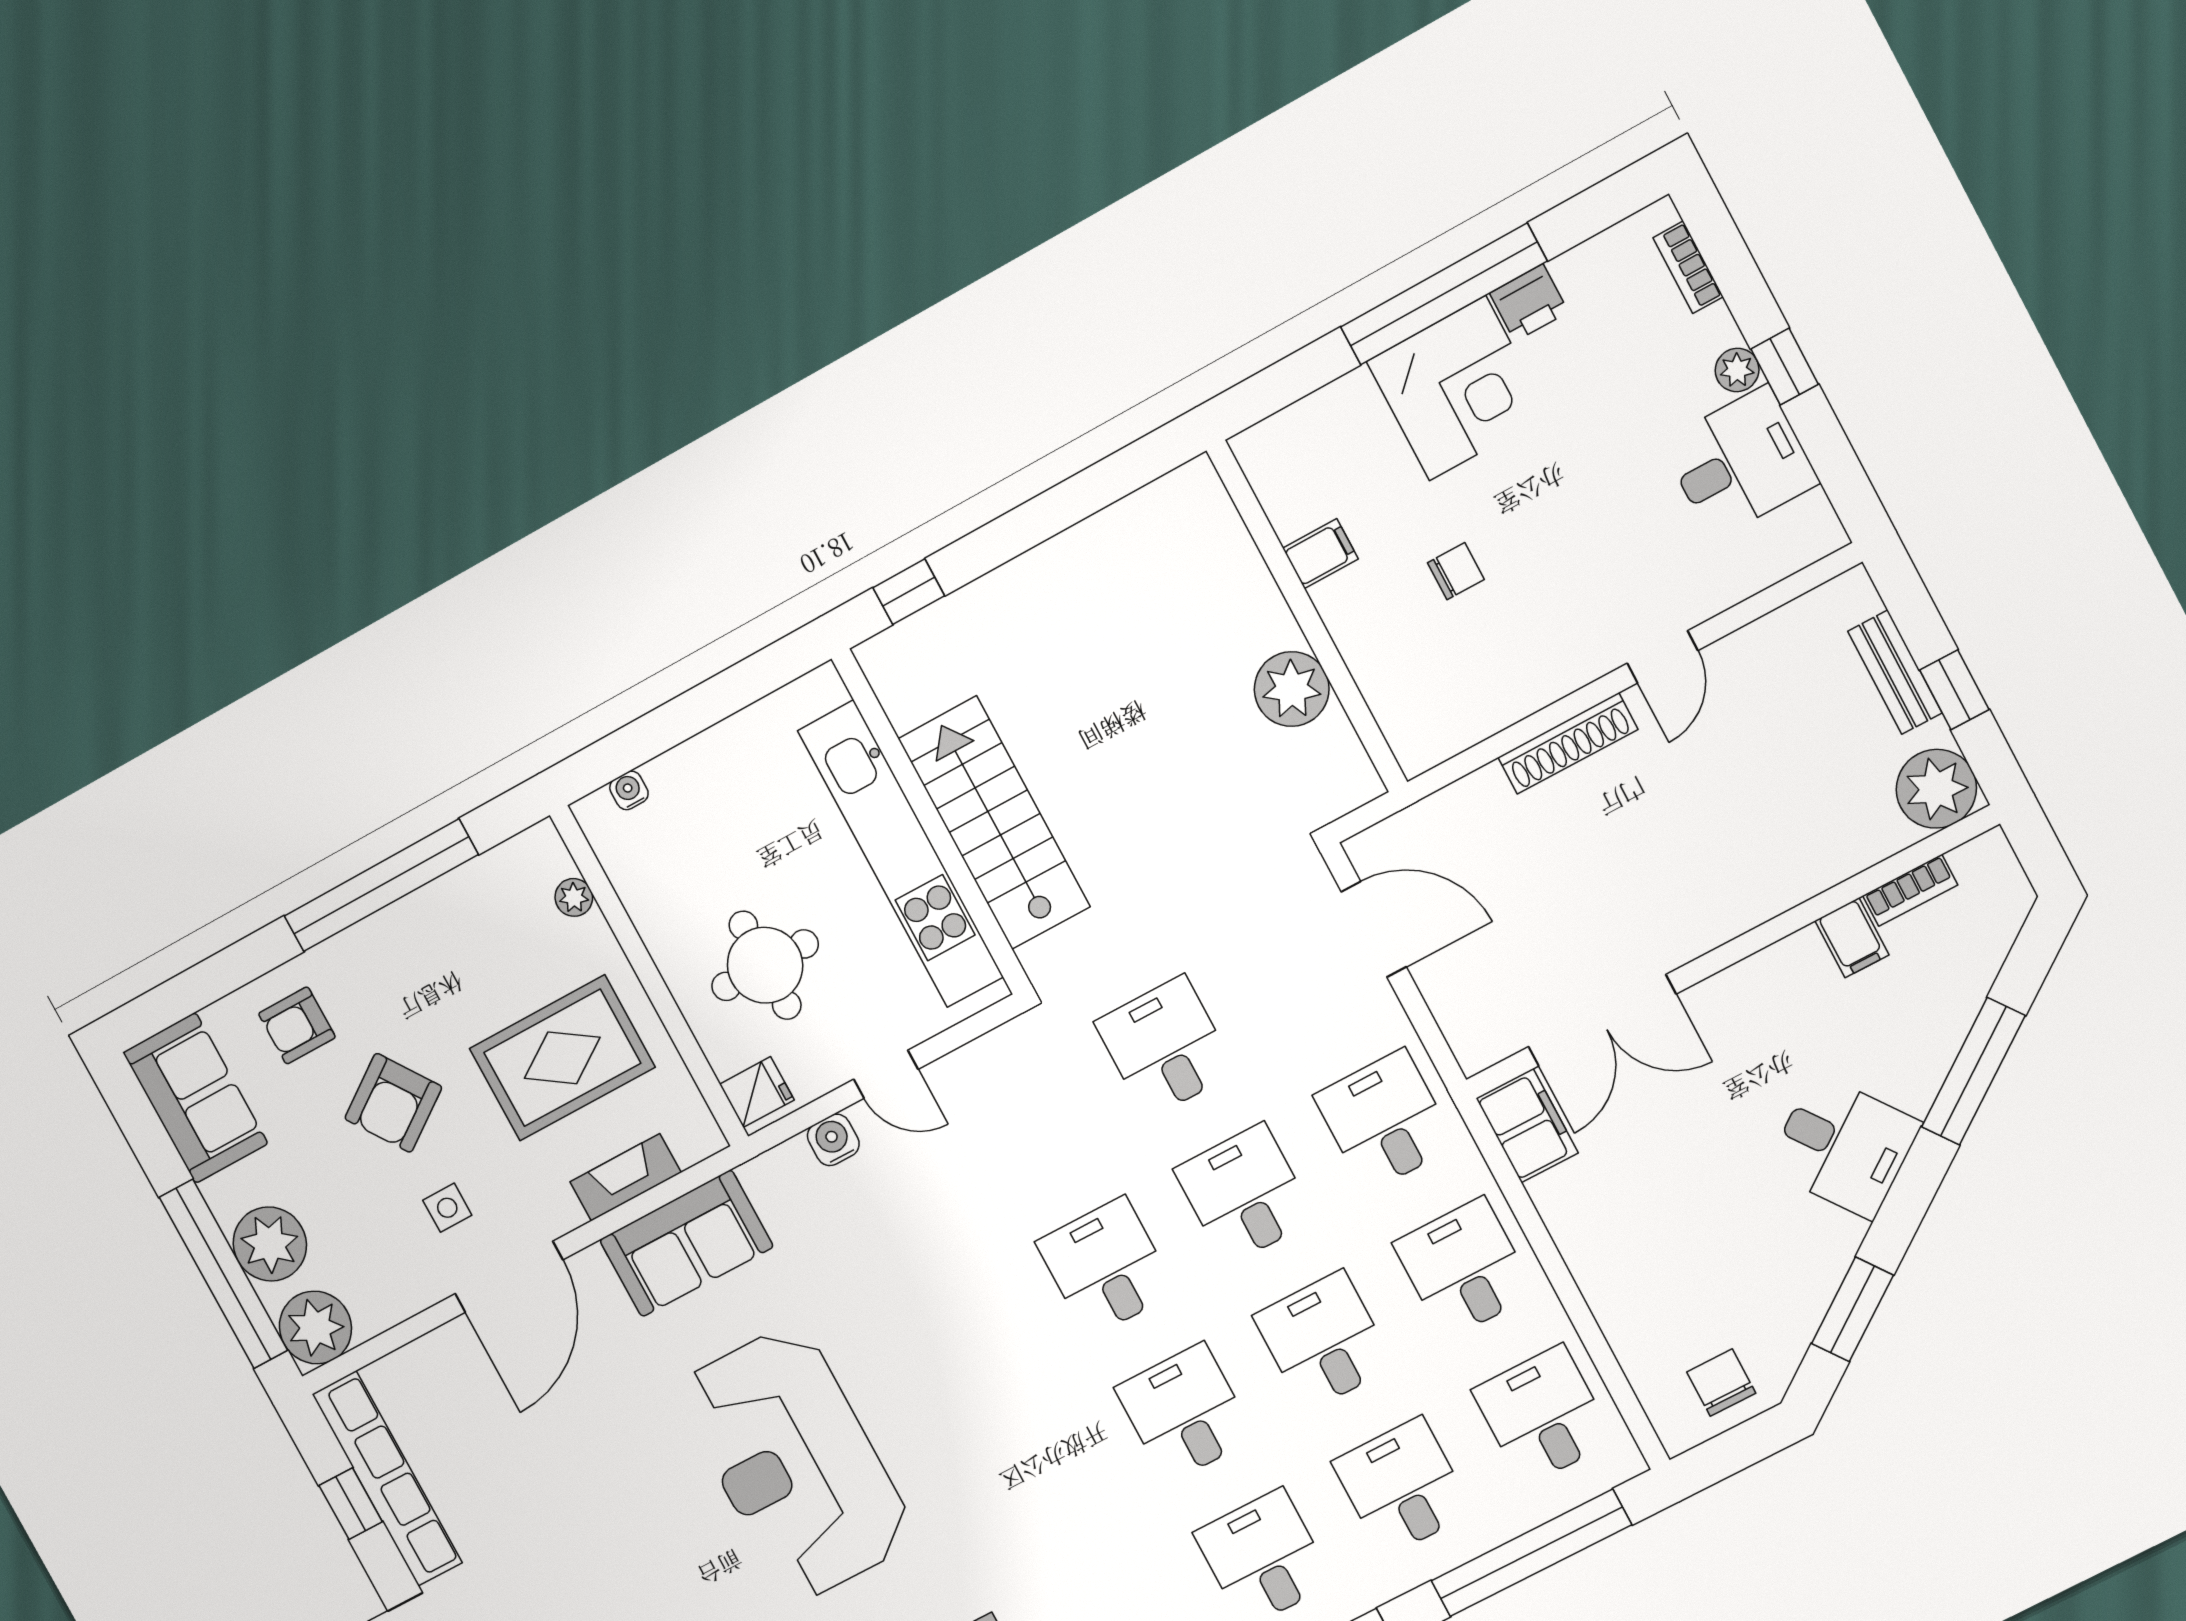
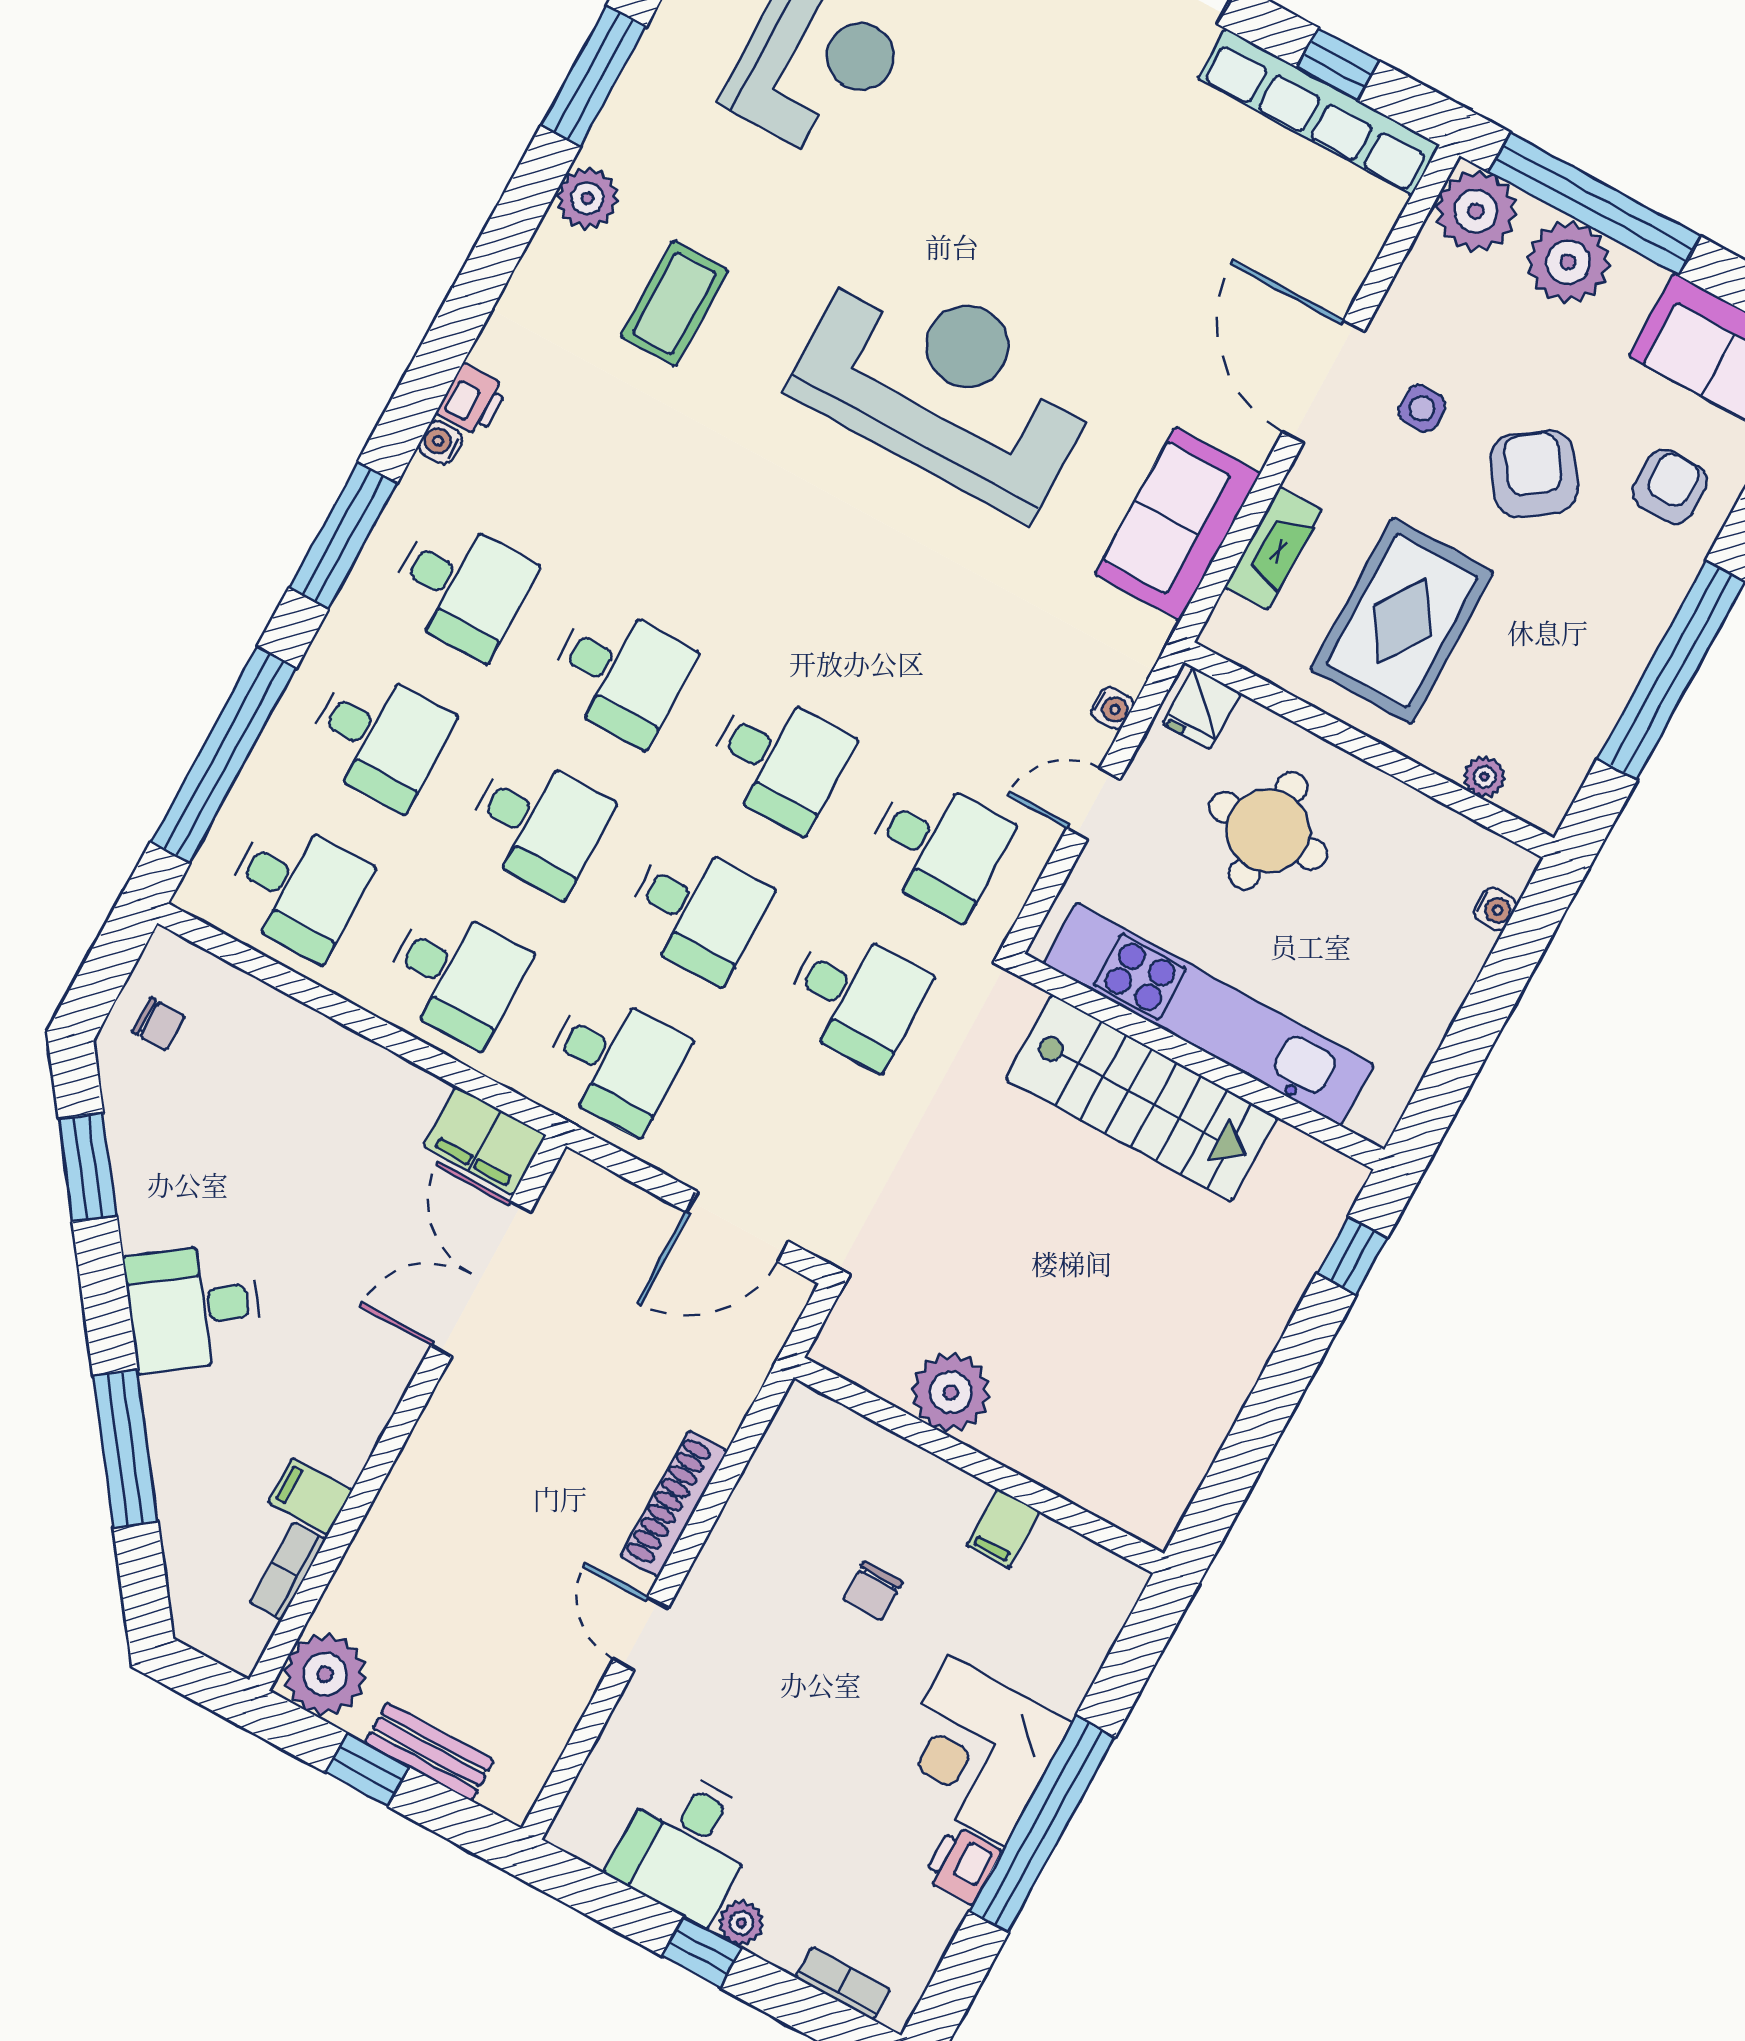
desk: (1027, 1121) -> (937, 846), added
water cooler: (833, 1140) -> (1112, 708), width x0.72, depth x0.72
chair: (1721, 1383) -> (159, 1024), width x0.73, depth x0.73

